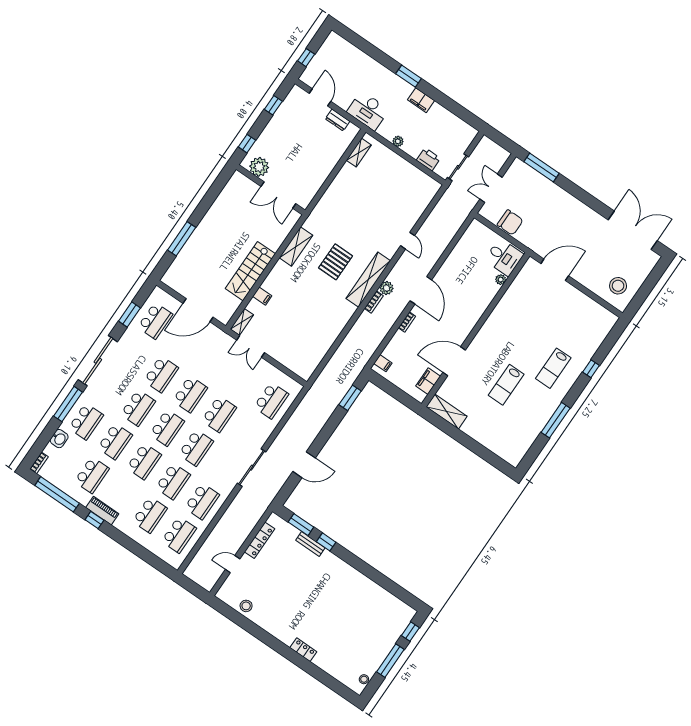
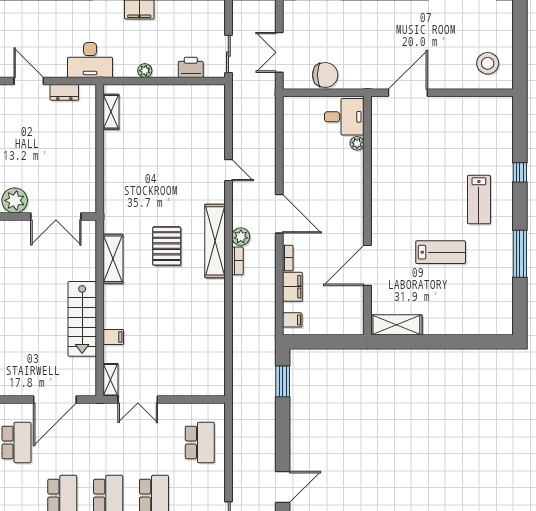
filing cabinet: (428, 381) -> (292, 287), moved, turned 180
lab bench: (506, 385) -> (441, 252), turned -90

